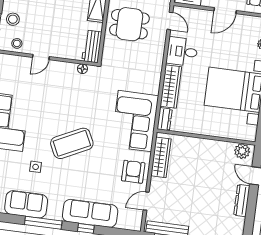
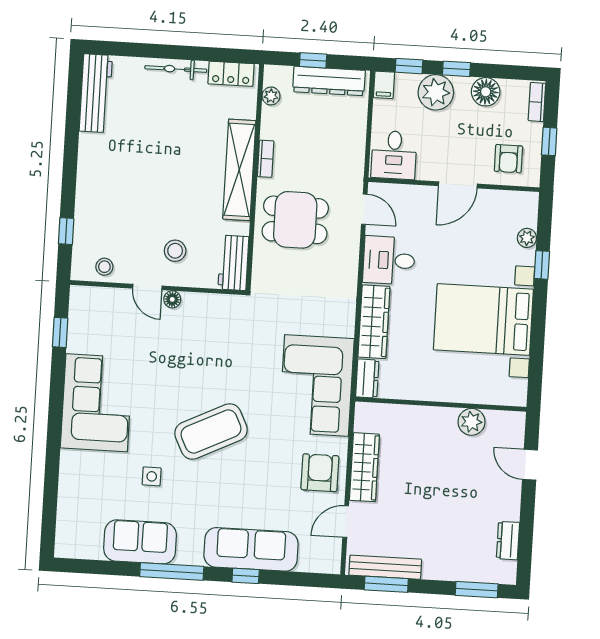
stool: (13, 19) -> (175, 251), moved
door: (41, 57) -> (147, 287), hinge flipped
floor lamp: (82, 69) -> (172, 299), moved
plant: (242, 151) -> (472, 422), moved
wardrobe: (161, 157) -> (364, 467), moved
dresser: (242, 200) -> (508, 541), moved, width x0.70

